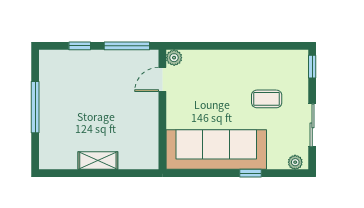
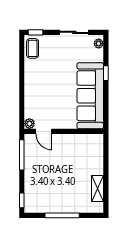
window: (80, 46) -> (22, 200), moved
coffee table: (267, 99) -> (33, 48), moved
shelving: (98, 161) -> (97, 188), moved

